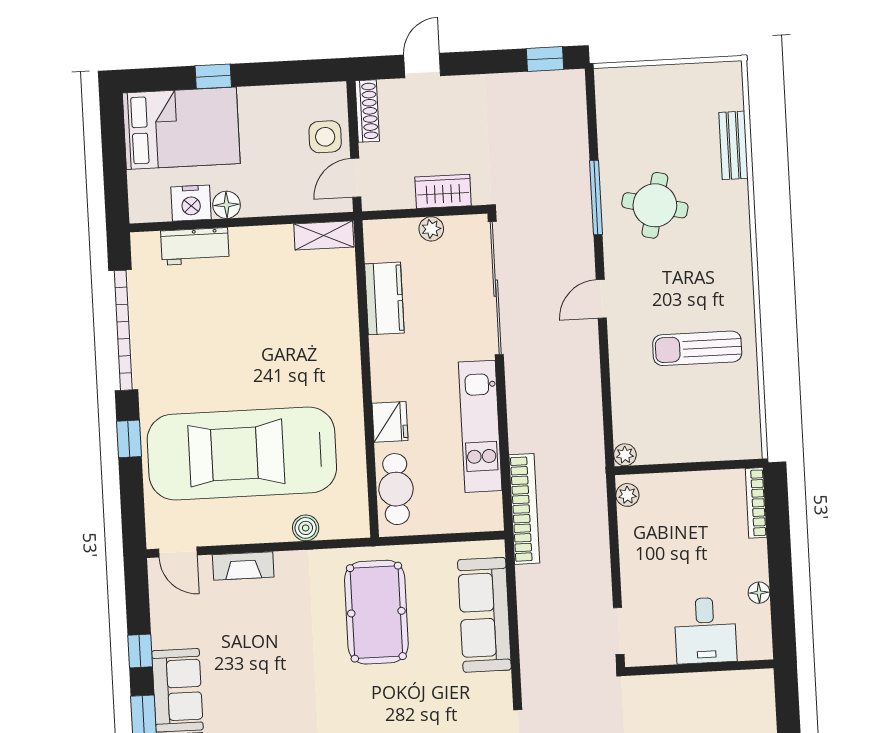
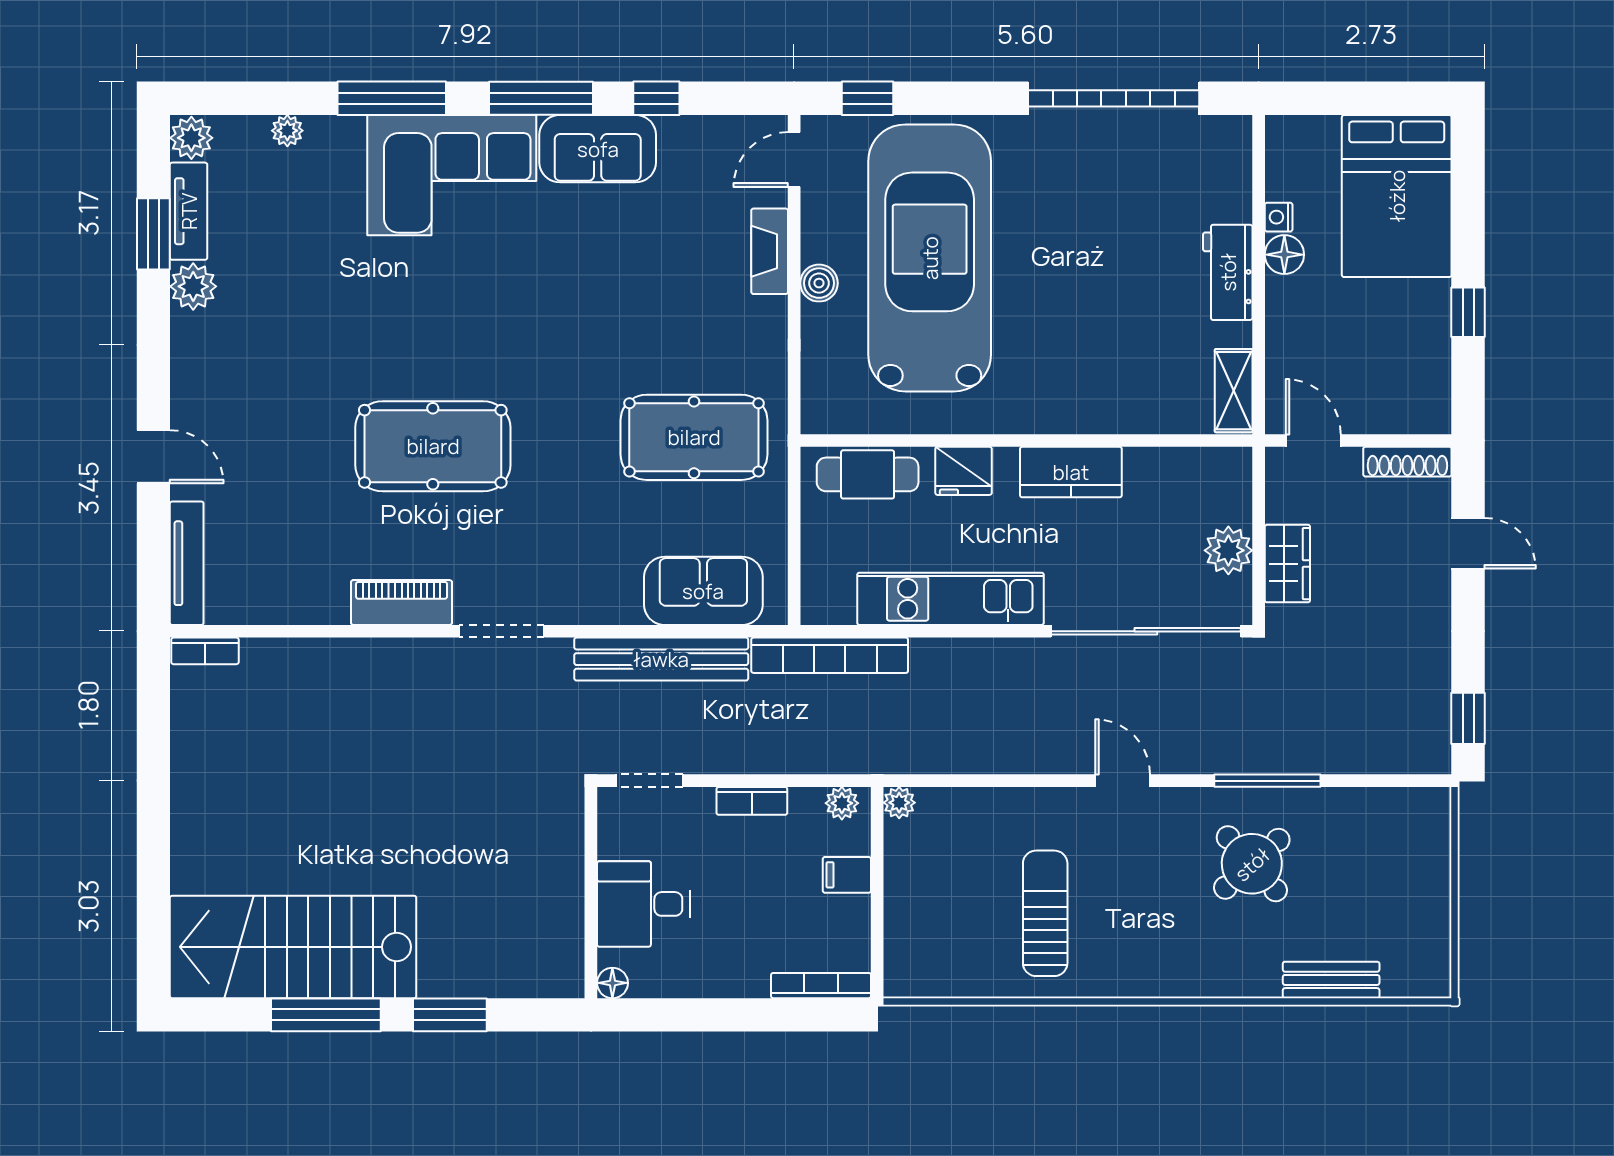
window: (213, 76) -> (1468, 312), moved
side table: (325, 137) -> (1374, 400), removed
nightstand: (191, 203) -> (1279, 217), width x0.53, depth x0.56
round table: (655, 205) -> (1252, 864), turned 35
plant: (431, 229) -> (1228, 550), width x1.38, depth x1.38
workbench: (195, 246) -> (1228, 272), moved
kitchen counter: (384, 298) -> (1071, 472), moved
window: (129, 439) -> (867, 98), moved
filing cabinet: (678, 489) -> (847, 875), added
boiler: (306, 528) -> (819, 283), moved
bookcase: (629, 558) -> (752, 801), added
floor lamp: (759, 593) -> (612, 983), moved
sofa: (484, 615) -> (703, 591), width x0.73
bench: (533, 627) -> (661, 659), added

